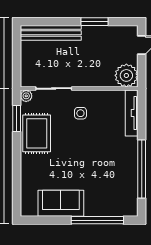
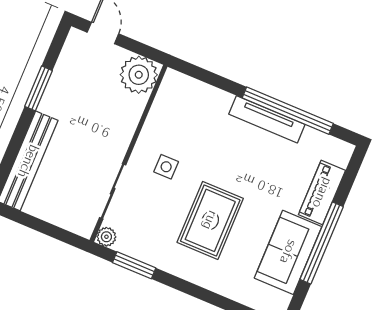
tv unit: (132, 113) -> (267, 119), moved
rug: (37, 133) -> (210, 220), moved, turned 90
piano: (103, 208) -> (322, 193), added
window: (97, 220) -> (322, 243), moved

